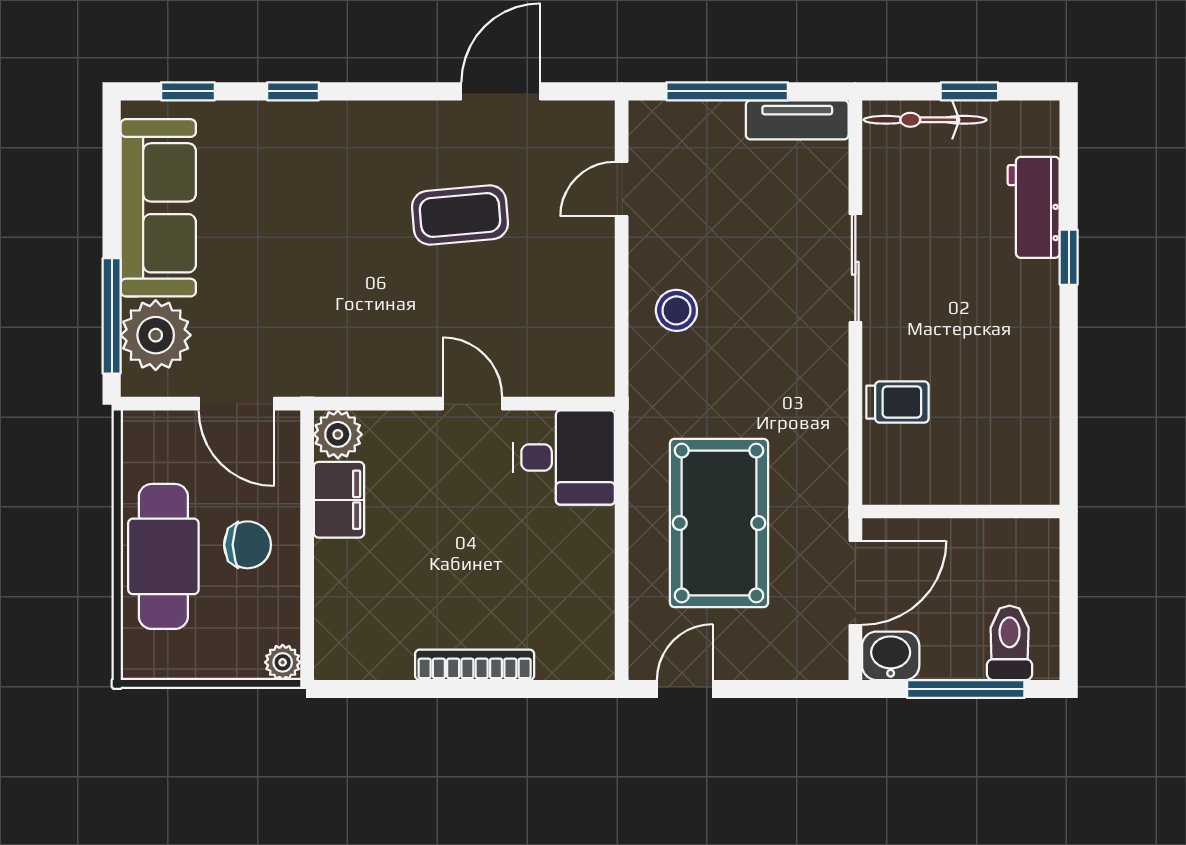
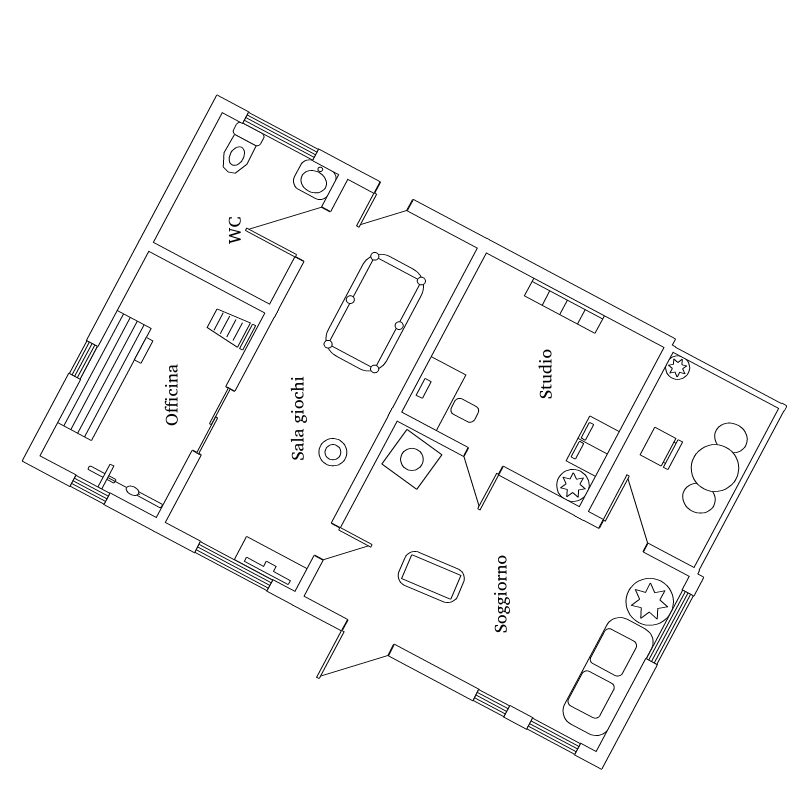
window: (188, 91) -> (554, 736), width x1.50
tv unit: (797, 120) -> (271, 564), moved
workbench: (1034, 207) -> (107, 377), width x1.88, depth x1.32
side table: (568, 356) -> (412, 459), added
wall: (961, 511) -> (209, 278), moved
door: (685, 689) -> (394, 196), moved

